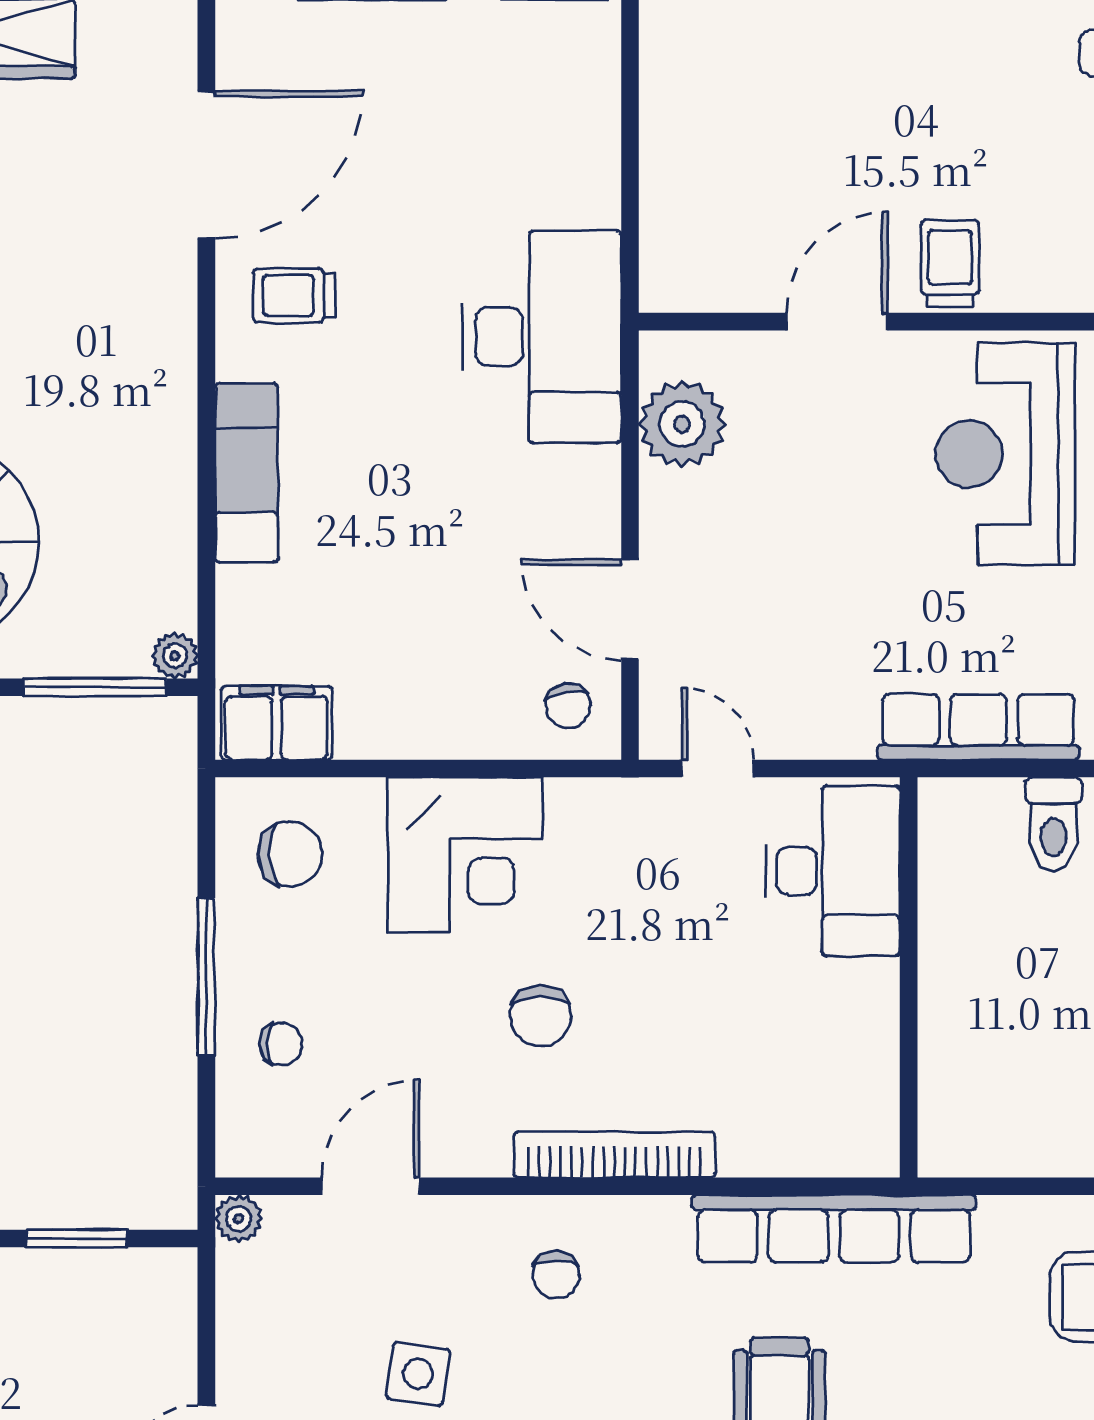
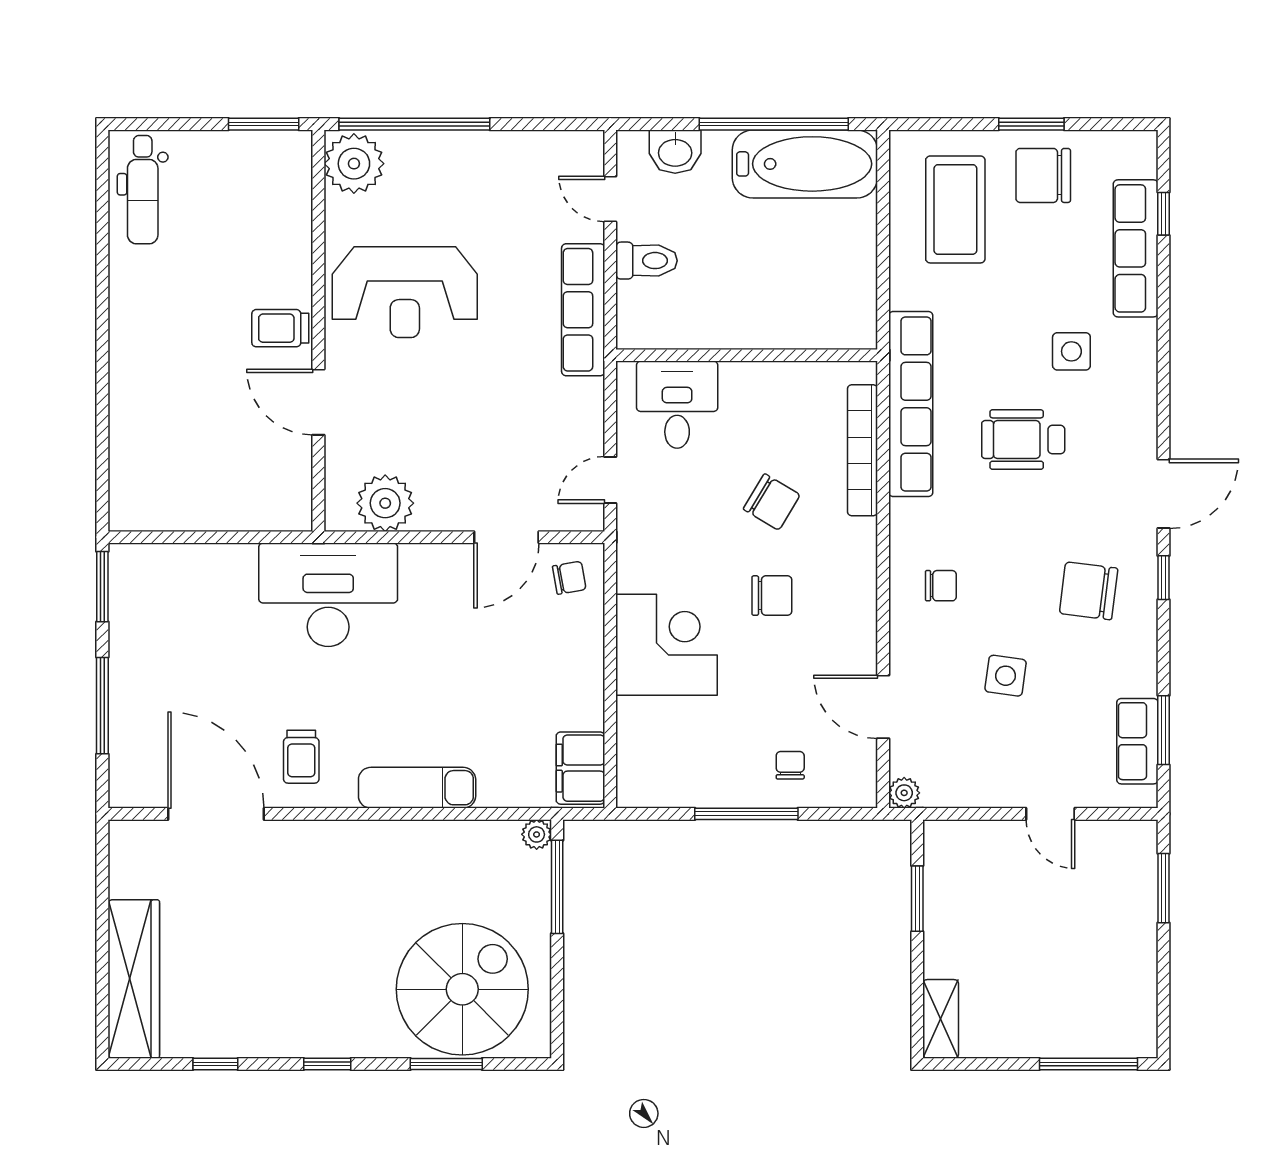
chair: (290, 854) -> (772, 502), moved, turned 124
desk: (833, 871) -> (677, 405), width x0.73
bookcase: (614, 1155) -> (862, 450), moved

